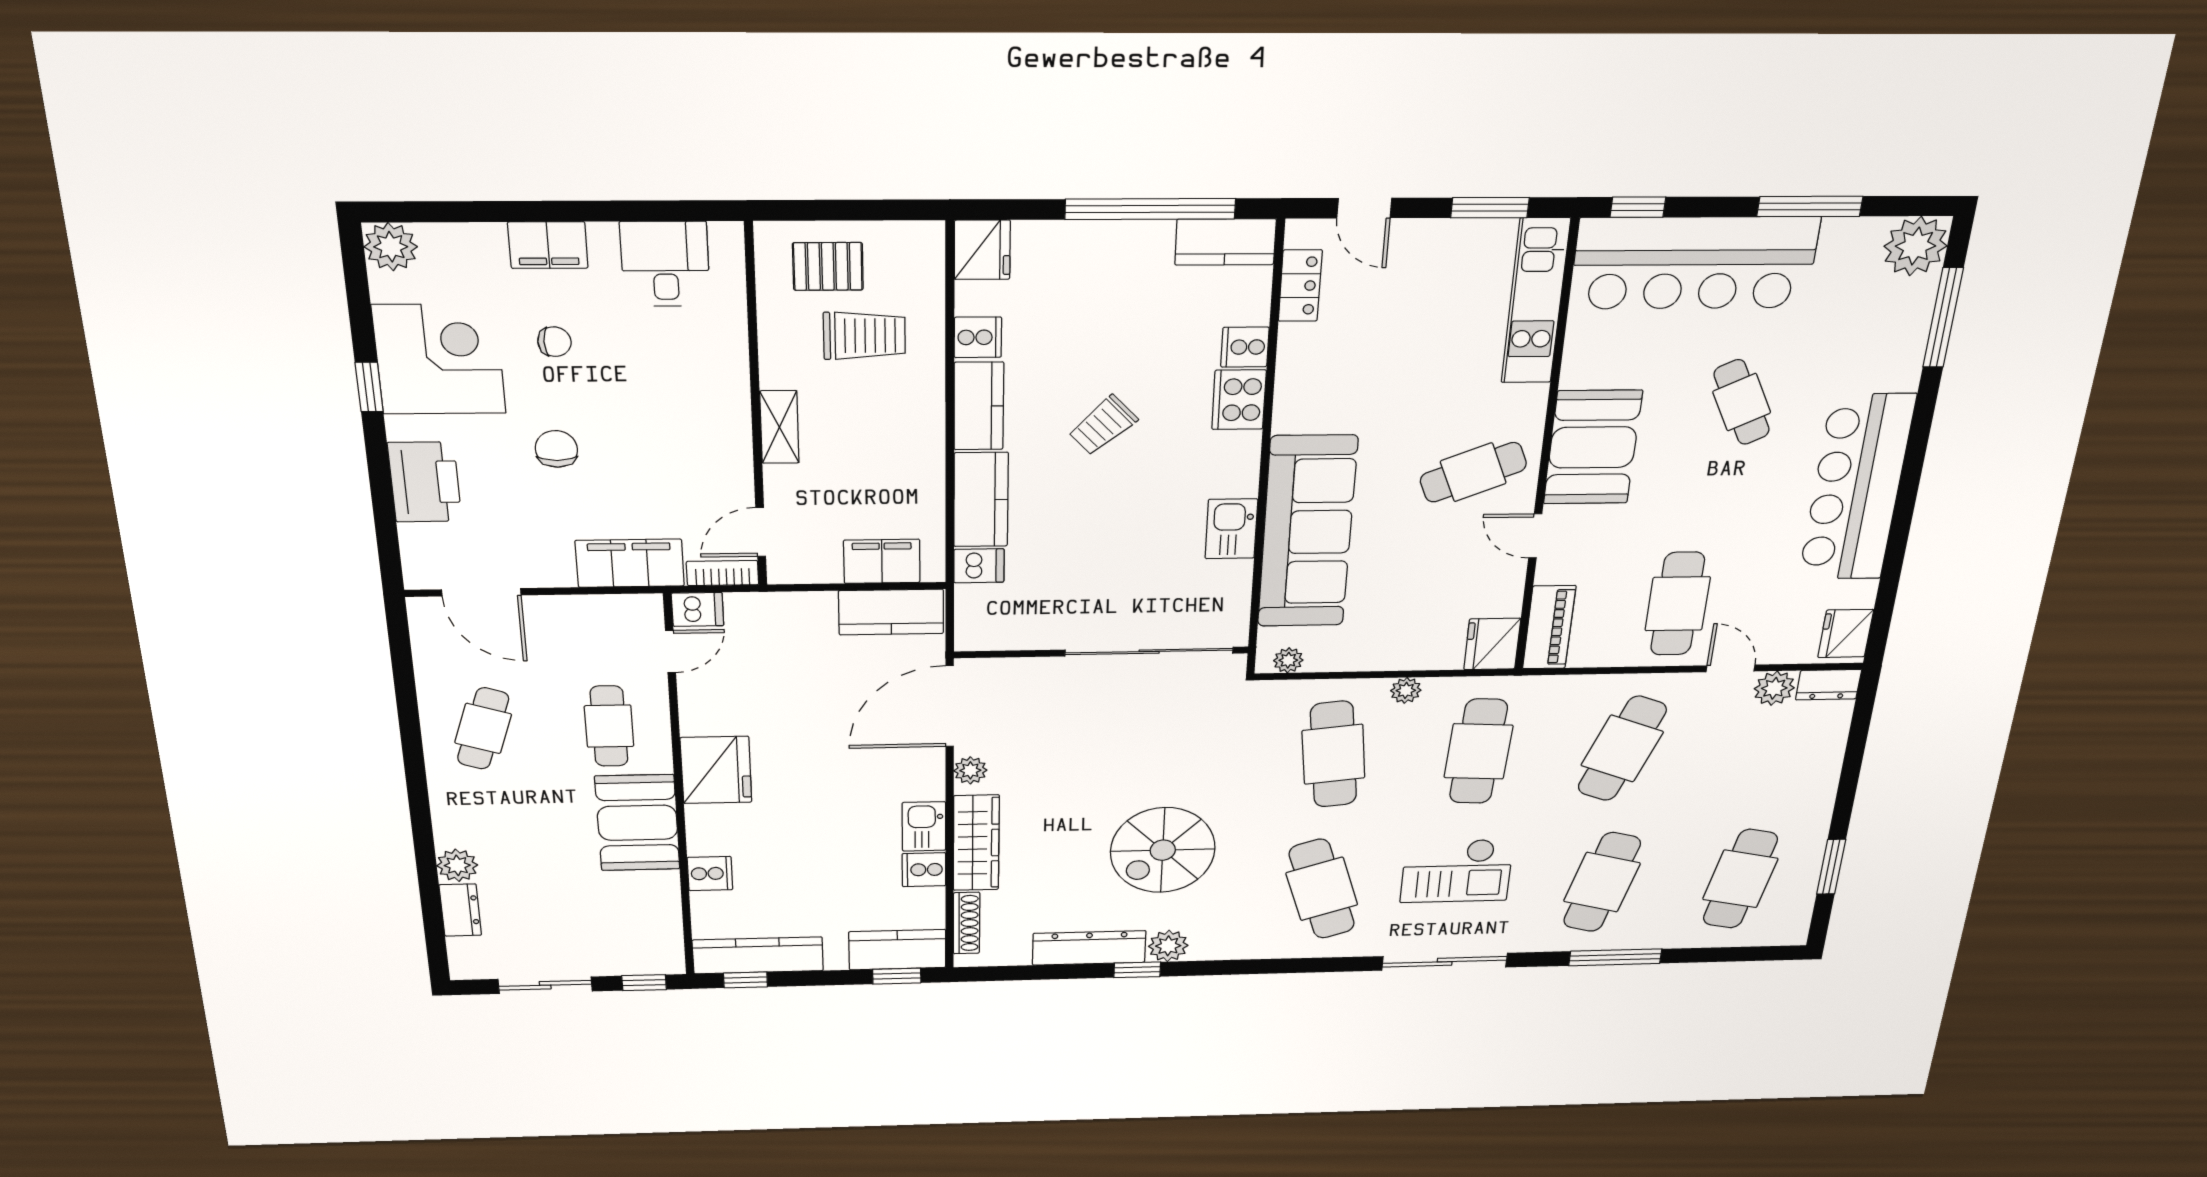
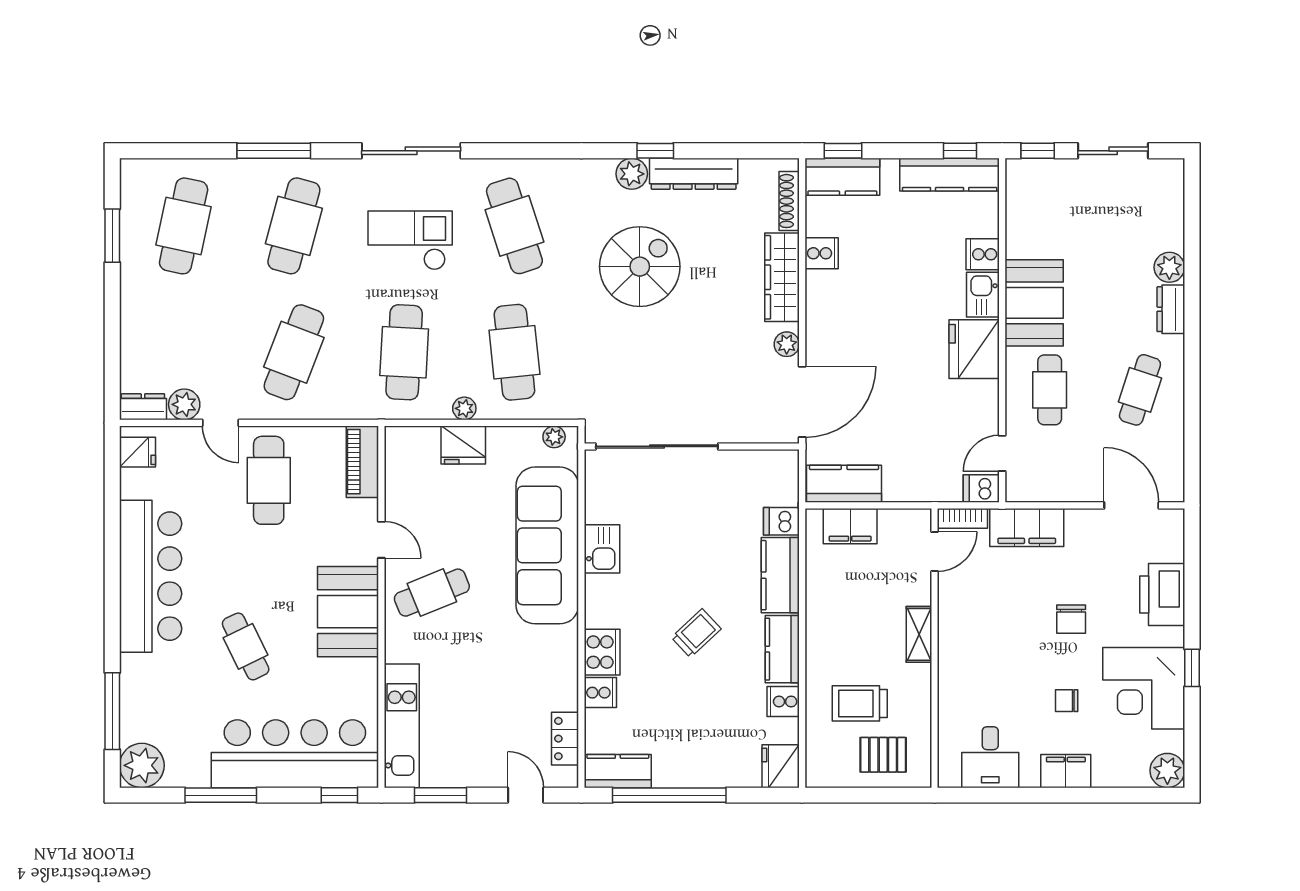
fridge: (1846, 634) -> (137, 452), width x0.72
fridge: (1492, 644) -> (463, 445), moved, turned 90
kitchen sink: (924, 826) -> (983, 295), moved, turned 180
dresser: (460, 910) -> (1171, 309), moved

